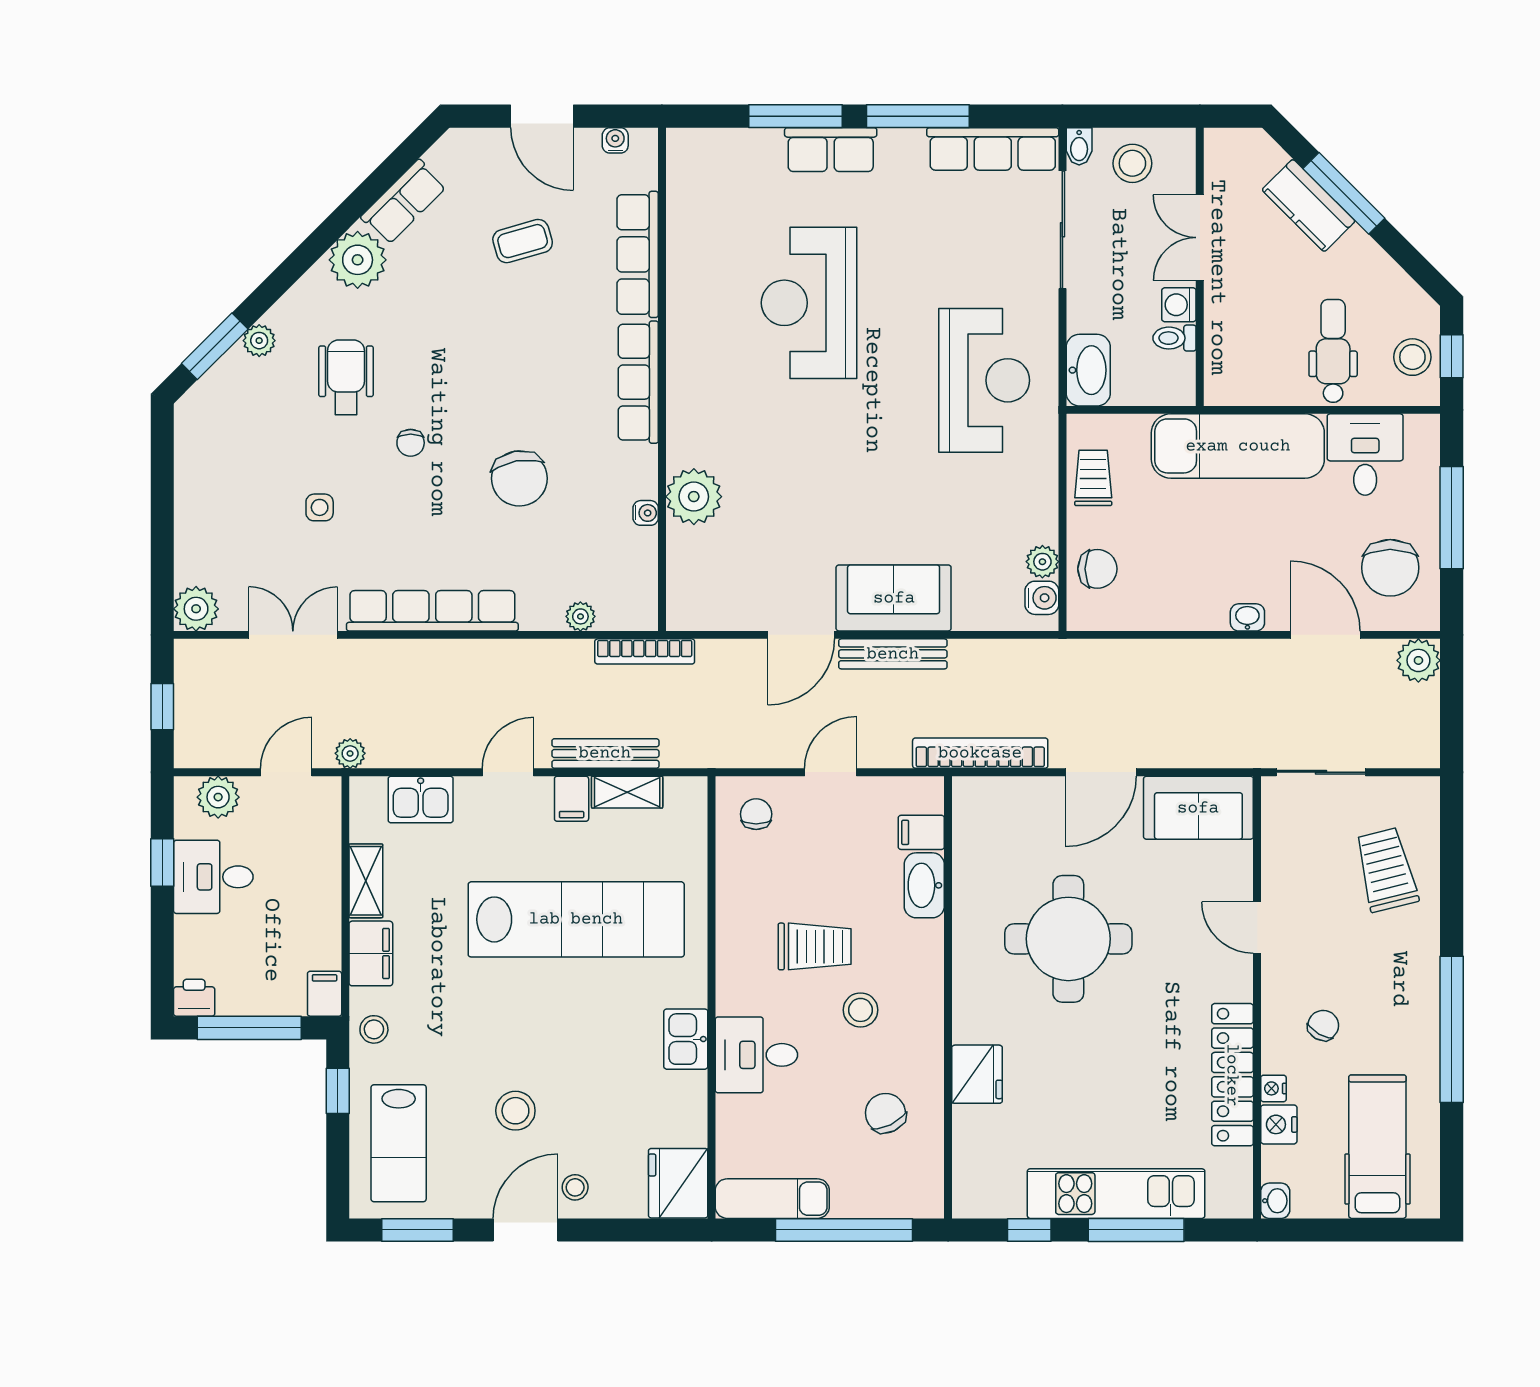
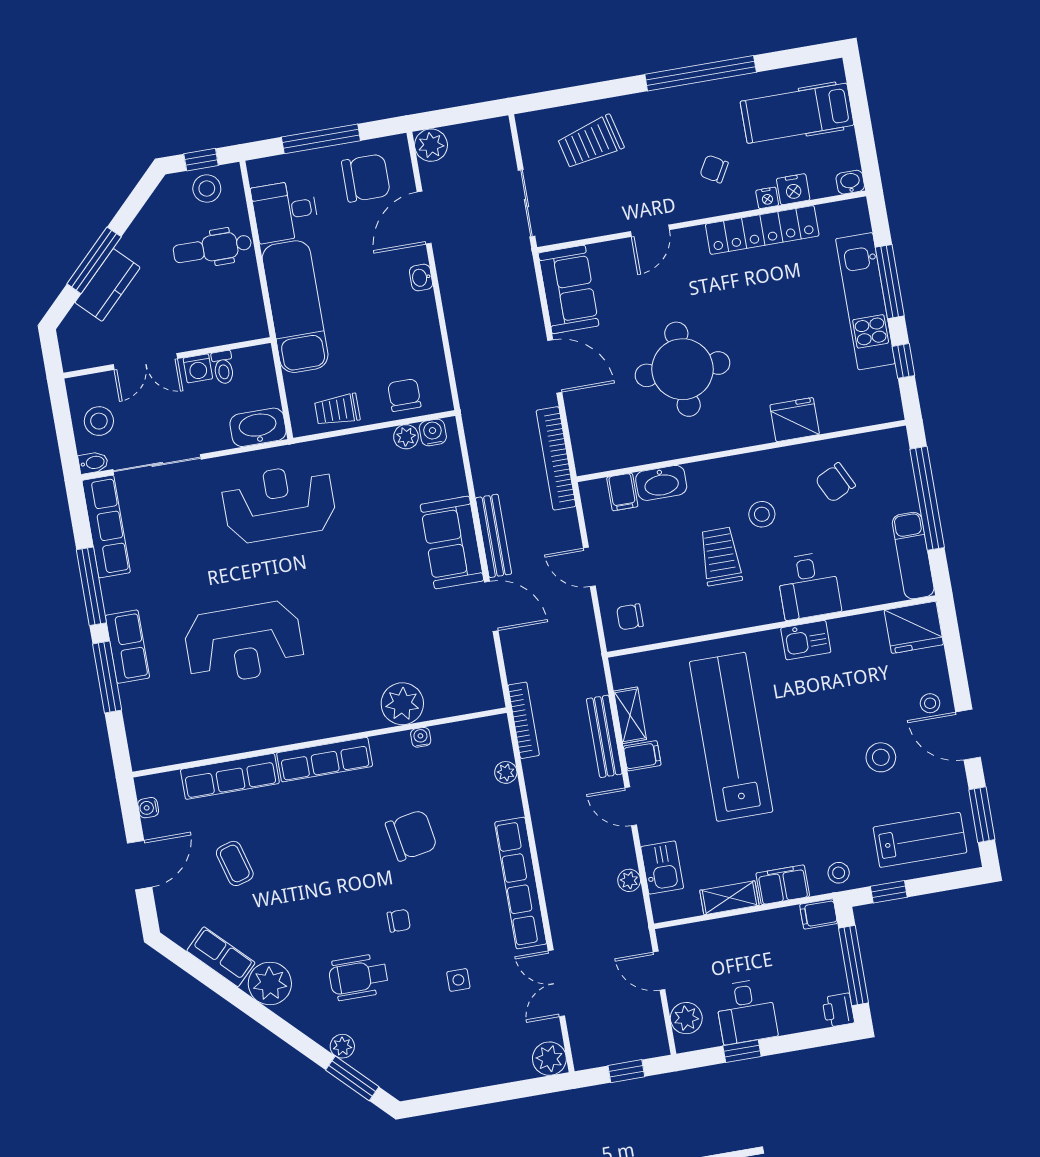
plant: (350, 753) -> (629, 880), moved

